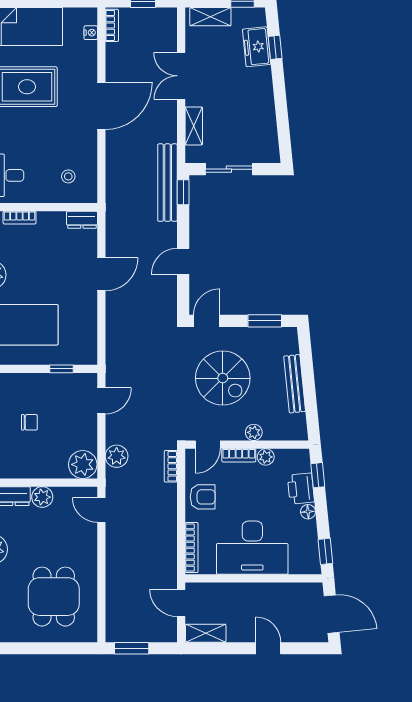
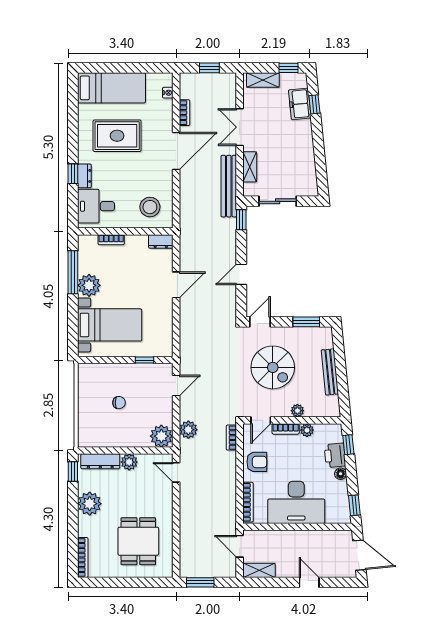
bookcase: (112, 25) -> (185, 113), moved
stool: (68, 176) -> (150, 207), width x1.89, depth x1.89
bench: (167, 183) -> (229, 186), moved

